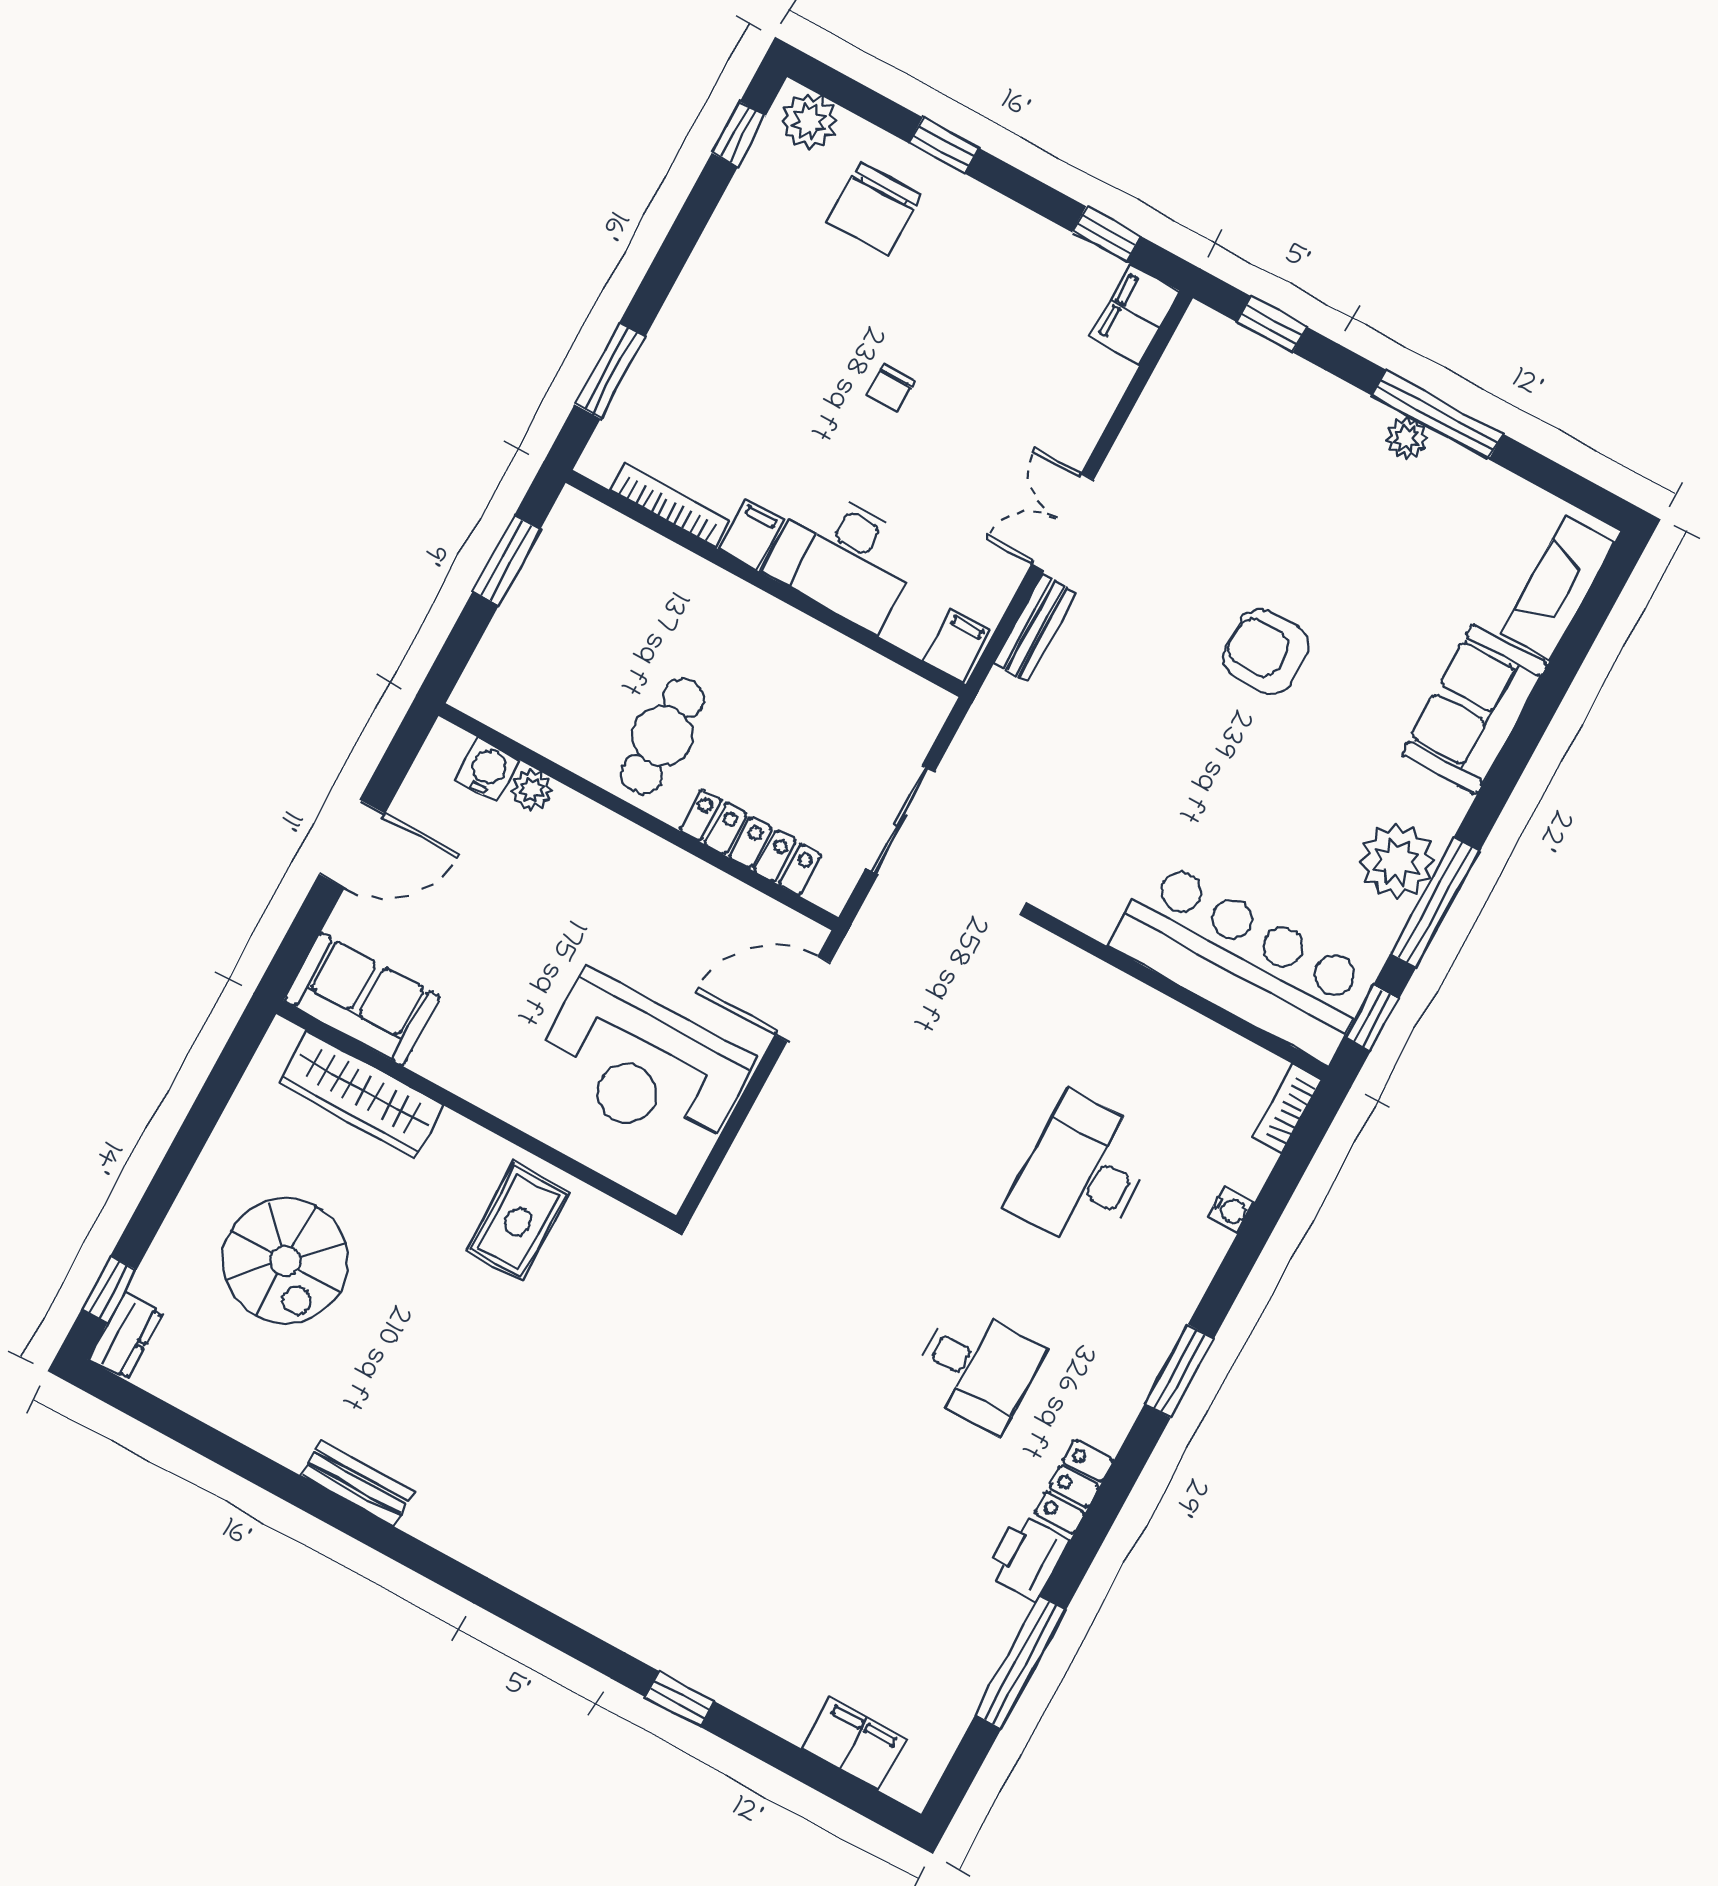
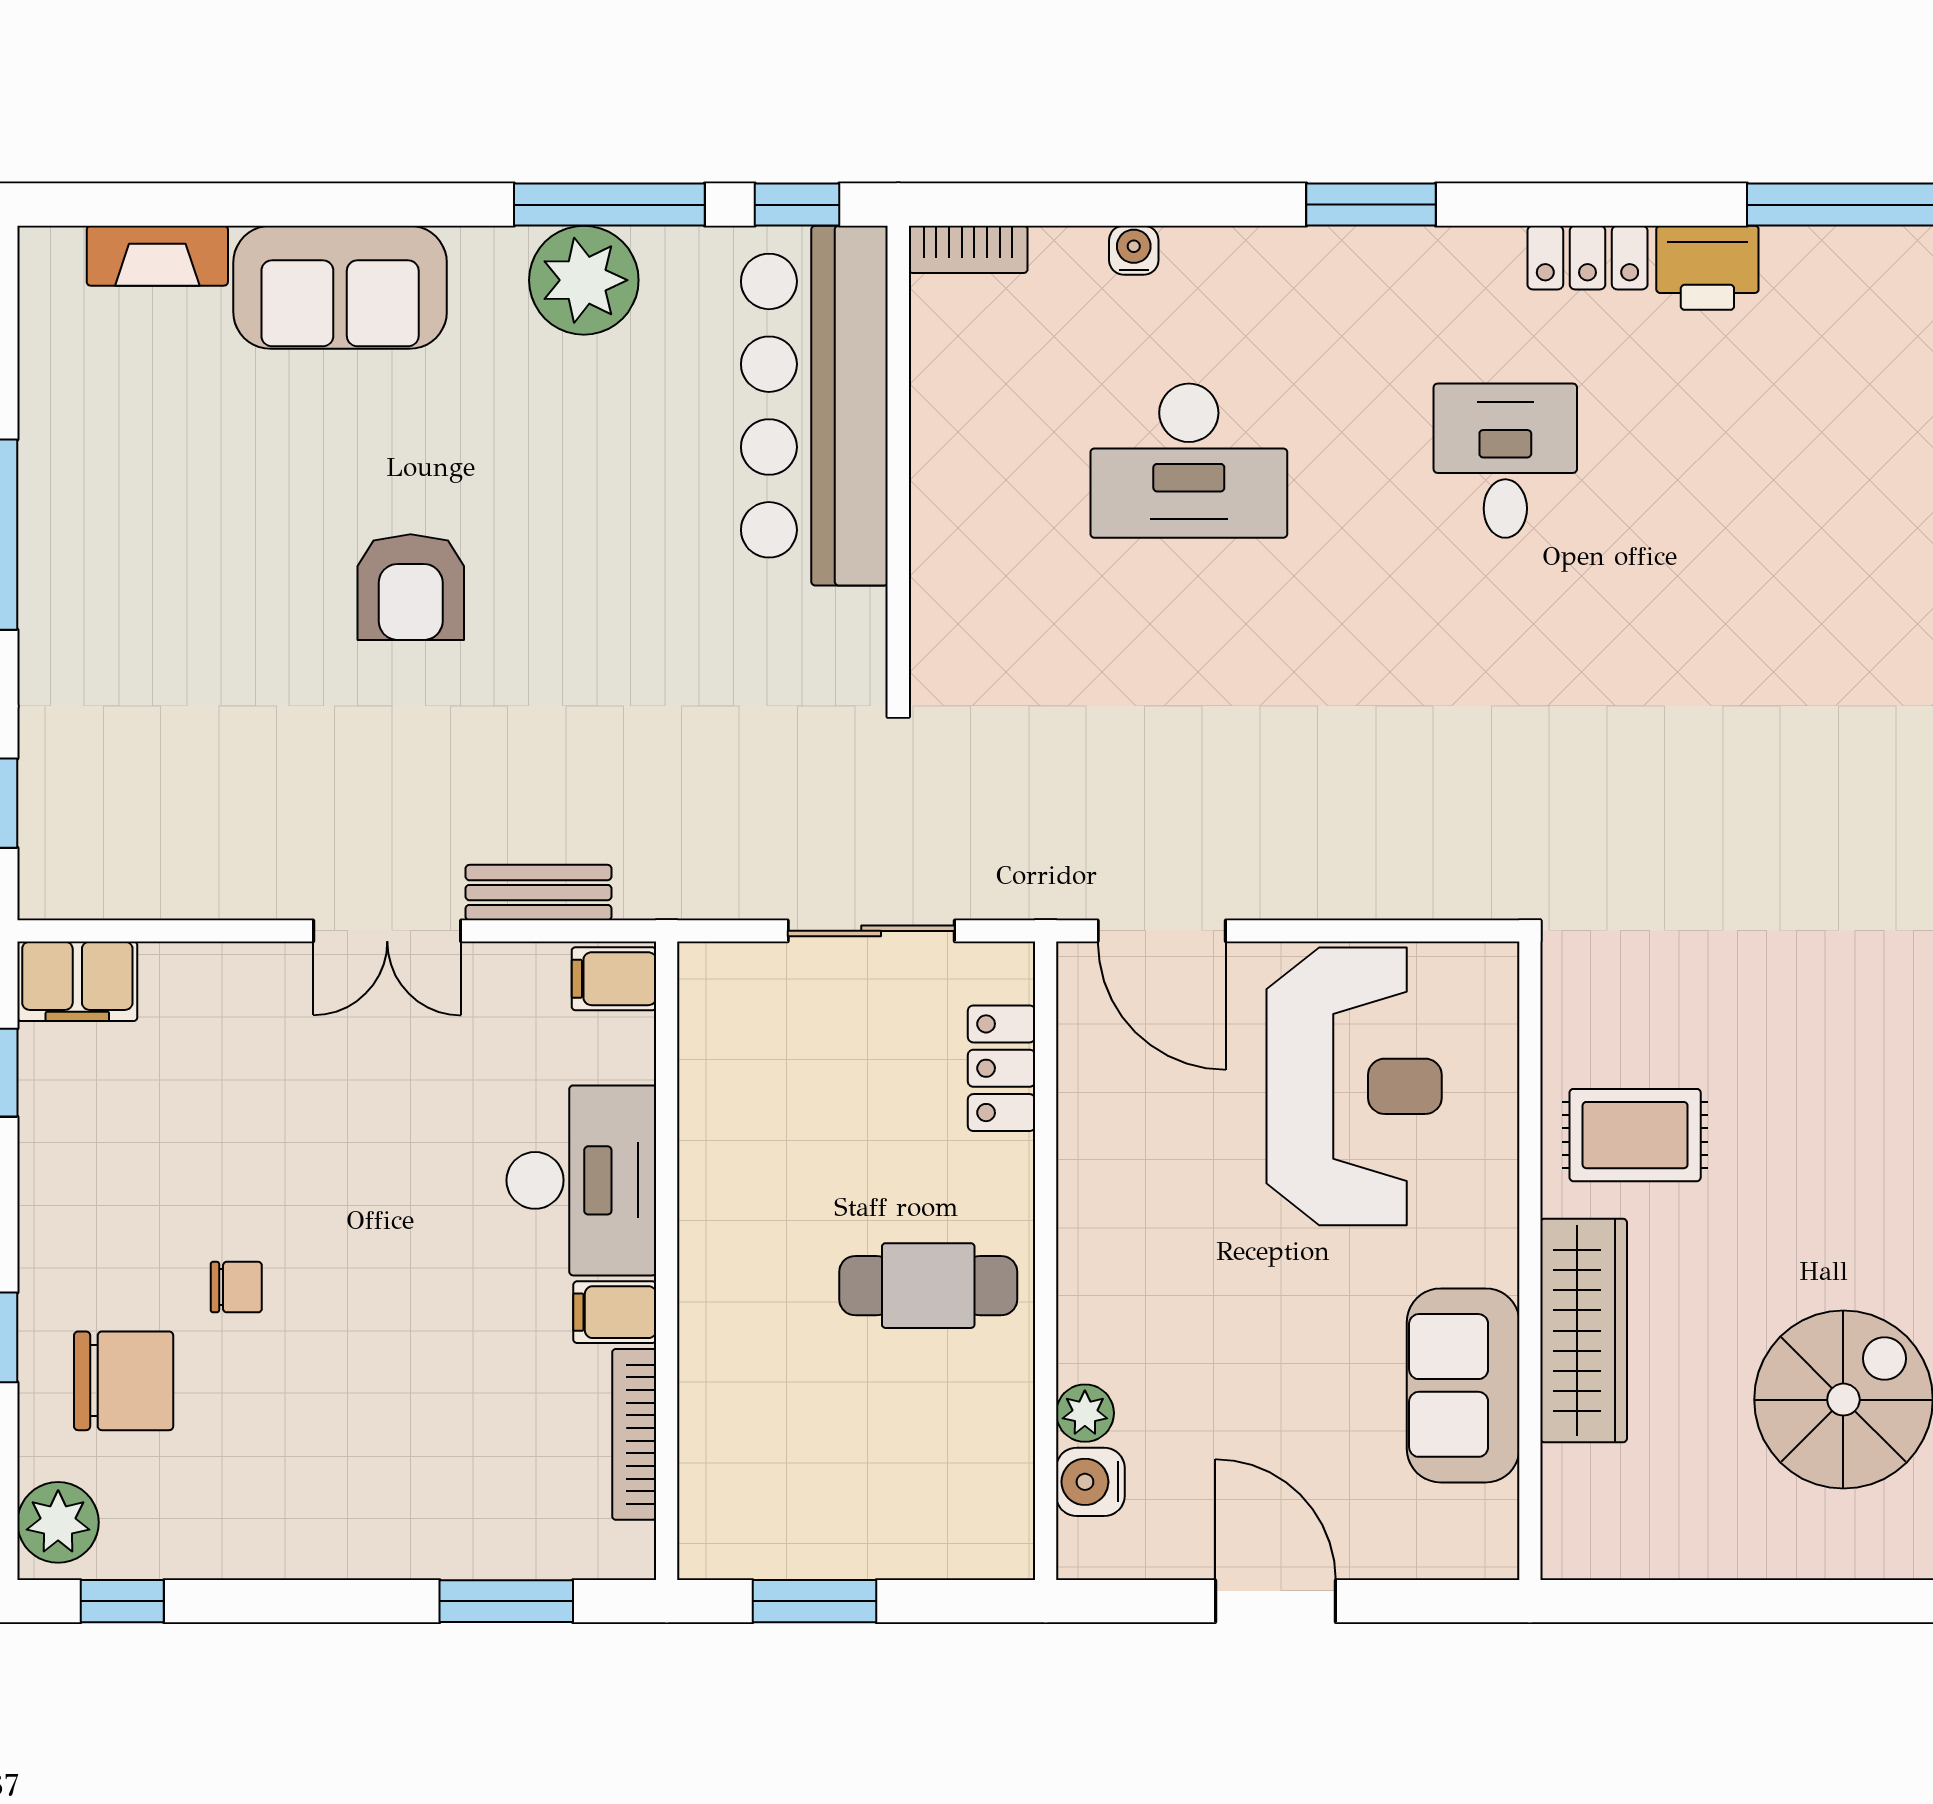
chair: (891, 388) -> (236, 1287), moved
plant: (1407, 438) -> (47, 557), removed
fireplace: (1558, 588) -> (157, 256), width x0.73, depth x0.76
locker: (750, 842) -> (1002, 1068), width x0.66
sofa: (362, 999) -> (1463, 1385), moved
wardrobe: (361, 1095) -> (1584, 1331), moved

